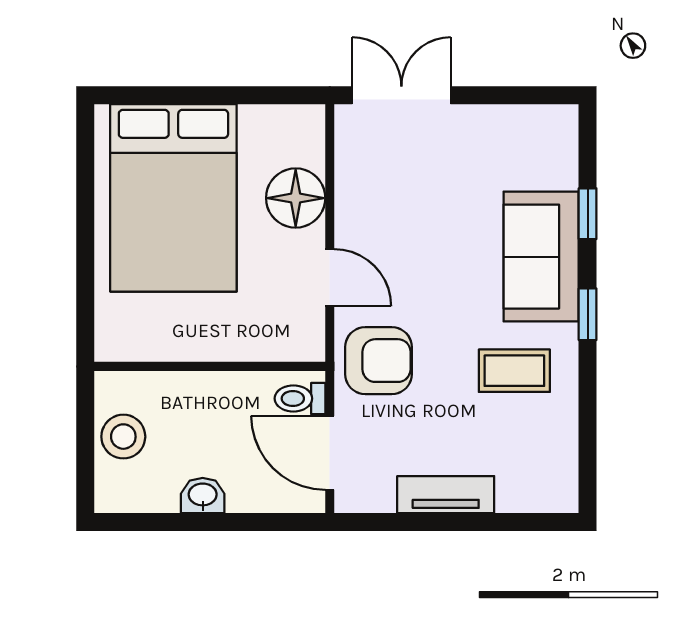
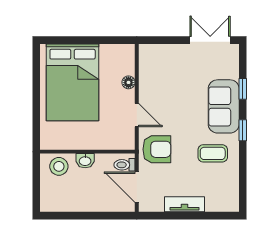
double door: (401, 95) -> (210, 40), moved
floor lamp: (296, 198) -> (128, 82), width x0.53, depth x0.53
stool: (123, 437) -> (59, 166), moved
washbasin: (203, 496) -> (85, 161), moved, turned 180

